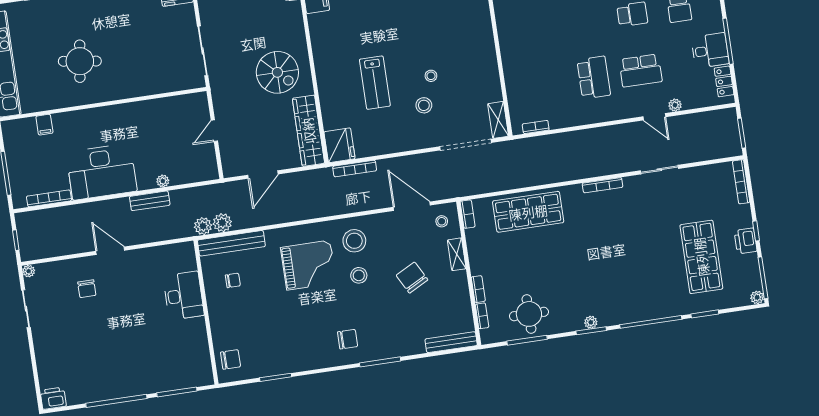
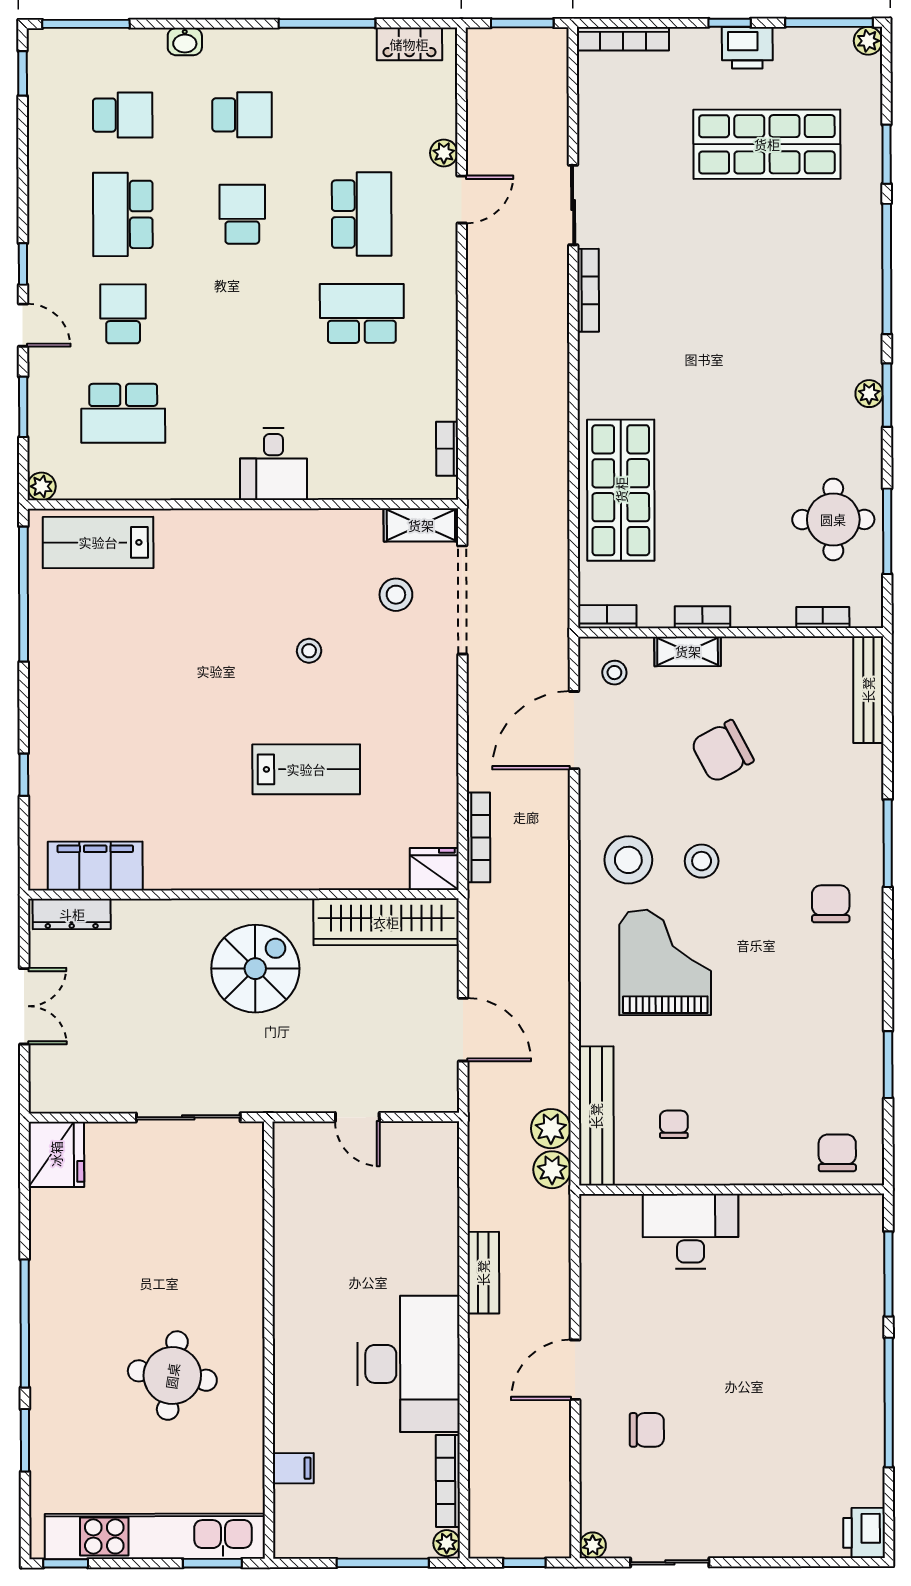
desk: (710, 50) -> (274, 464), moved, turned 180
stool: (424, 105) -> (396, 595), moved
fridge: (339, 145) -> (434, 869), width x0.73, depth x0.75
plant: (163, 181) -> (447, 1543), moved
bookcase: (603, 185) -> (588, 290), moved
bookcase: (478, 289) -> (702, 617), moved

